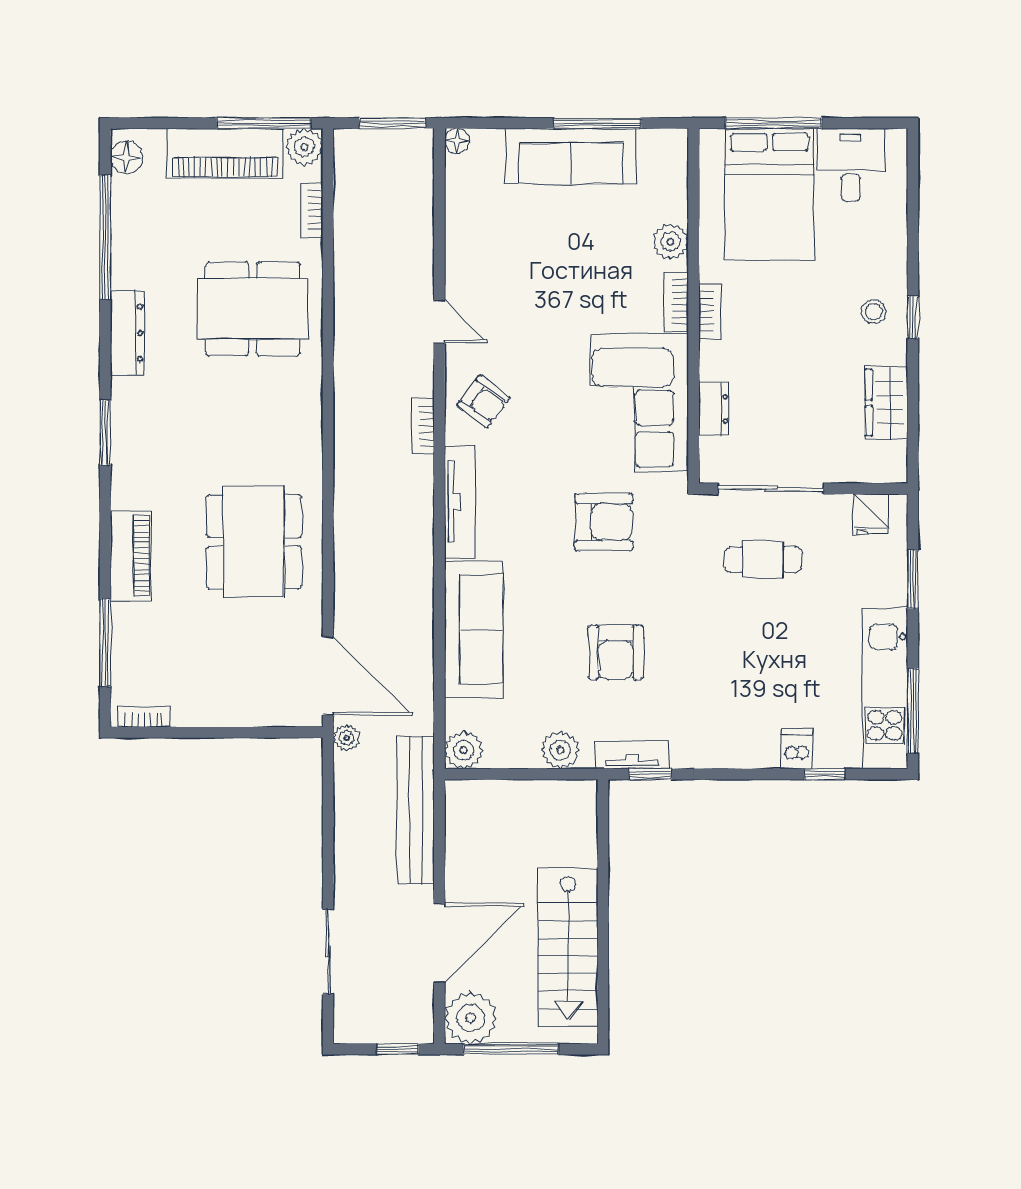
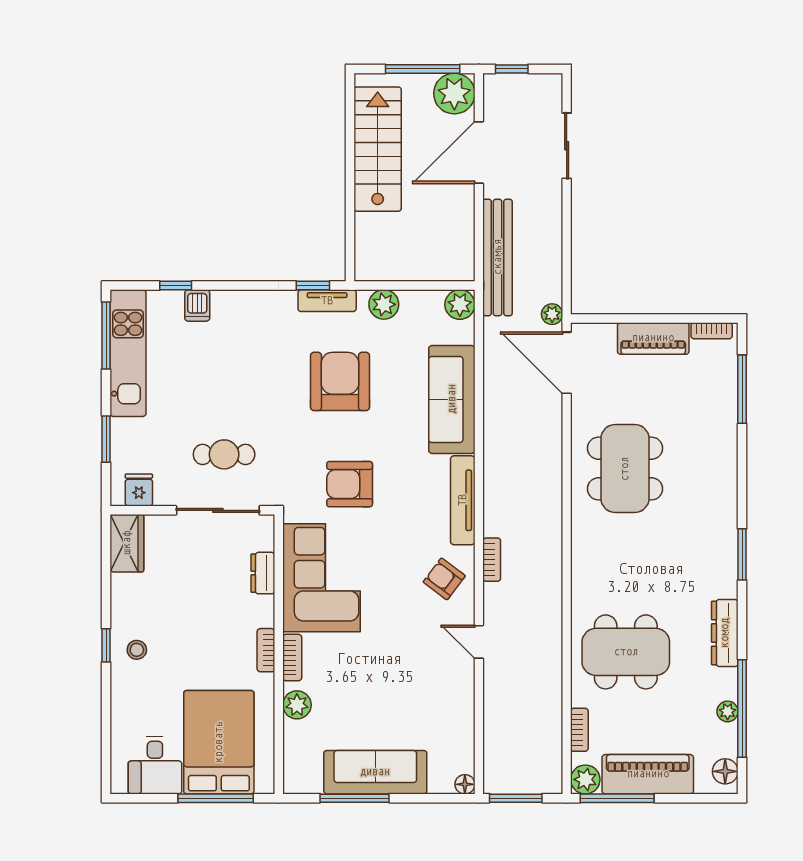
plant: (124, 233) -> (728, 711), added
wardrobe: (886, 403) -> (127, 543), moved
piano: (131, 556) -> (653, 338), moved, turned -90
armchair: (616, 652) -> (340, 381), width x1.36, depth x1.36

